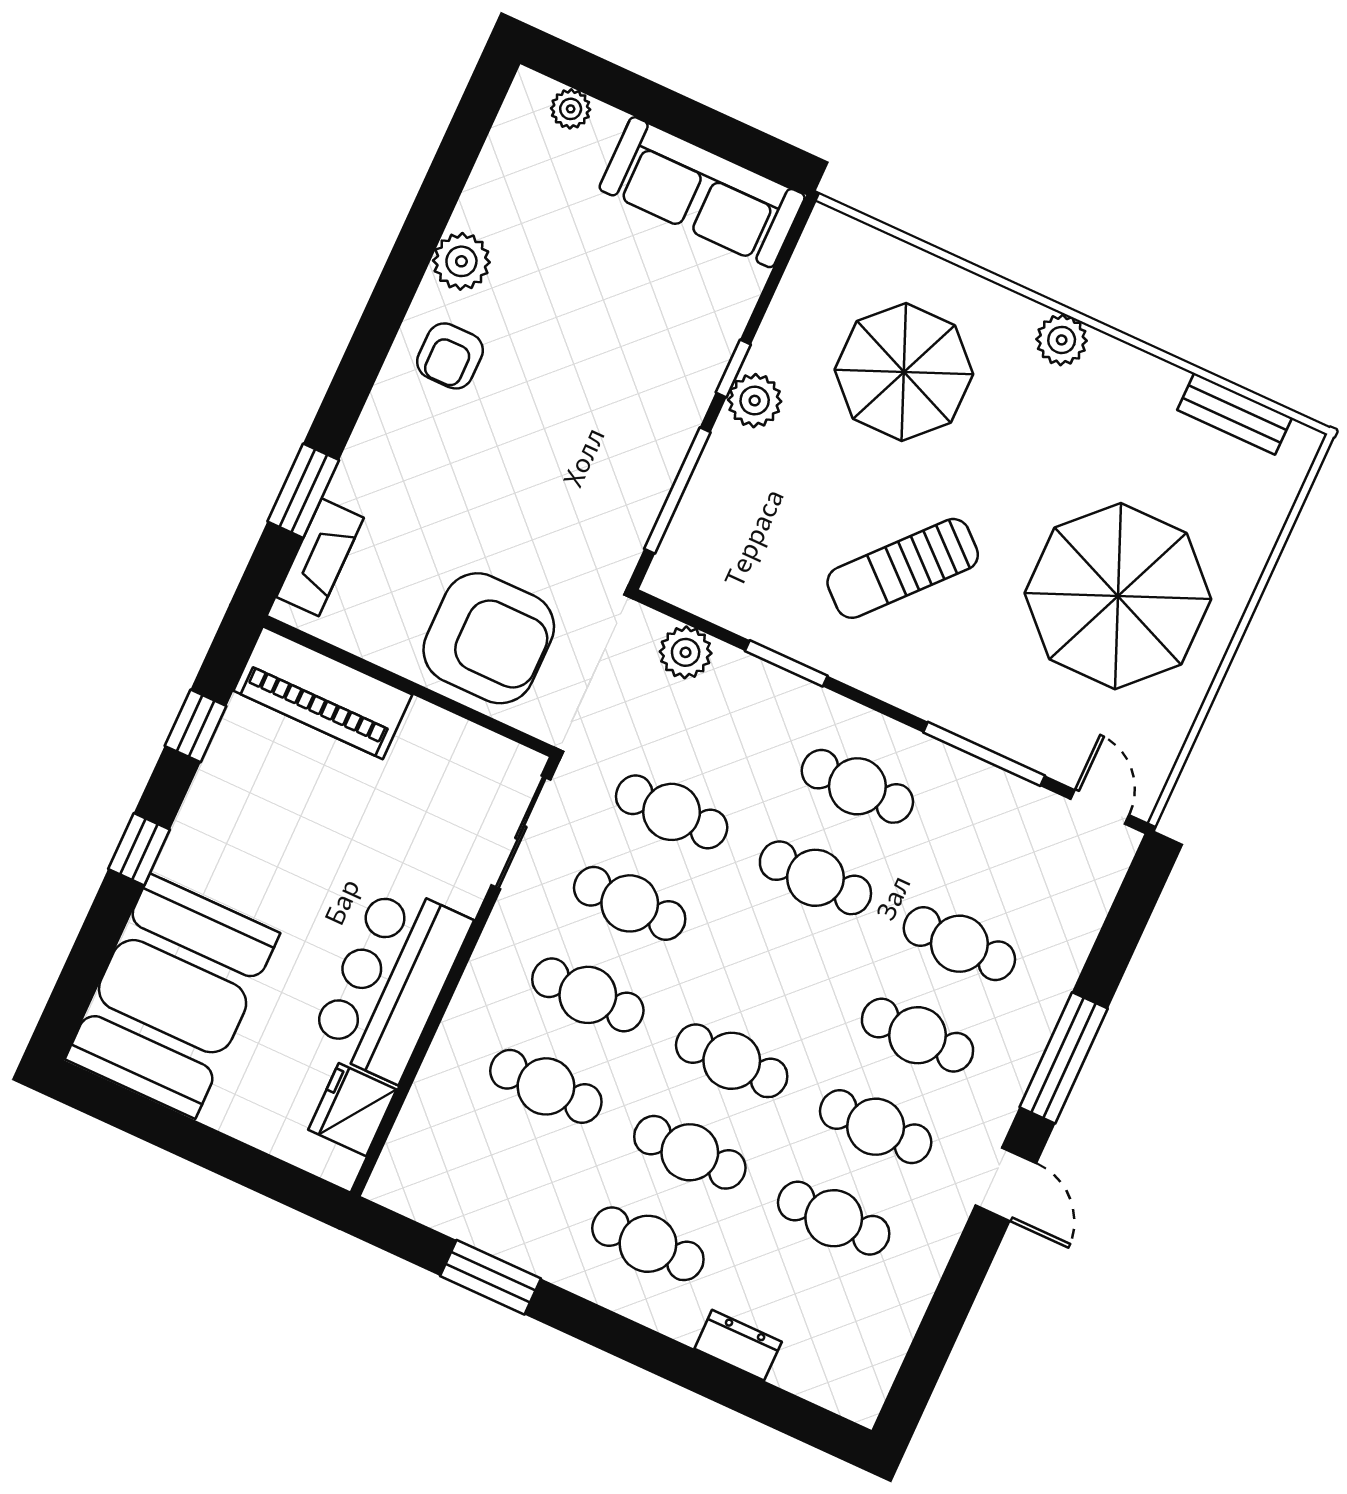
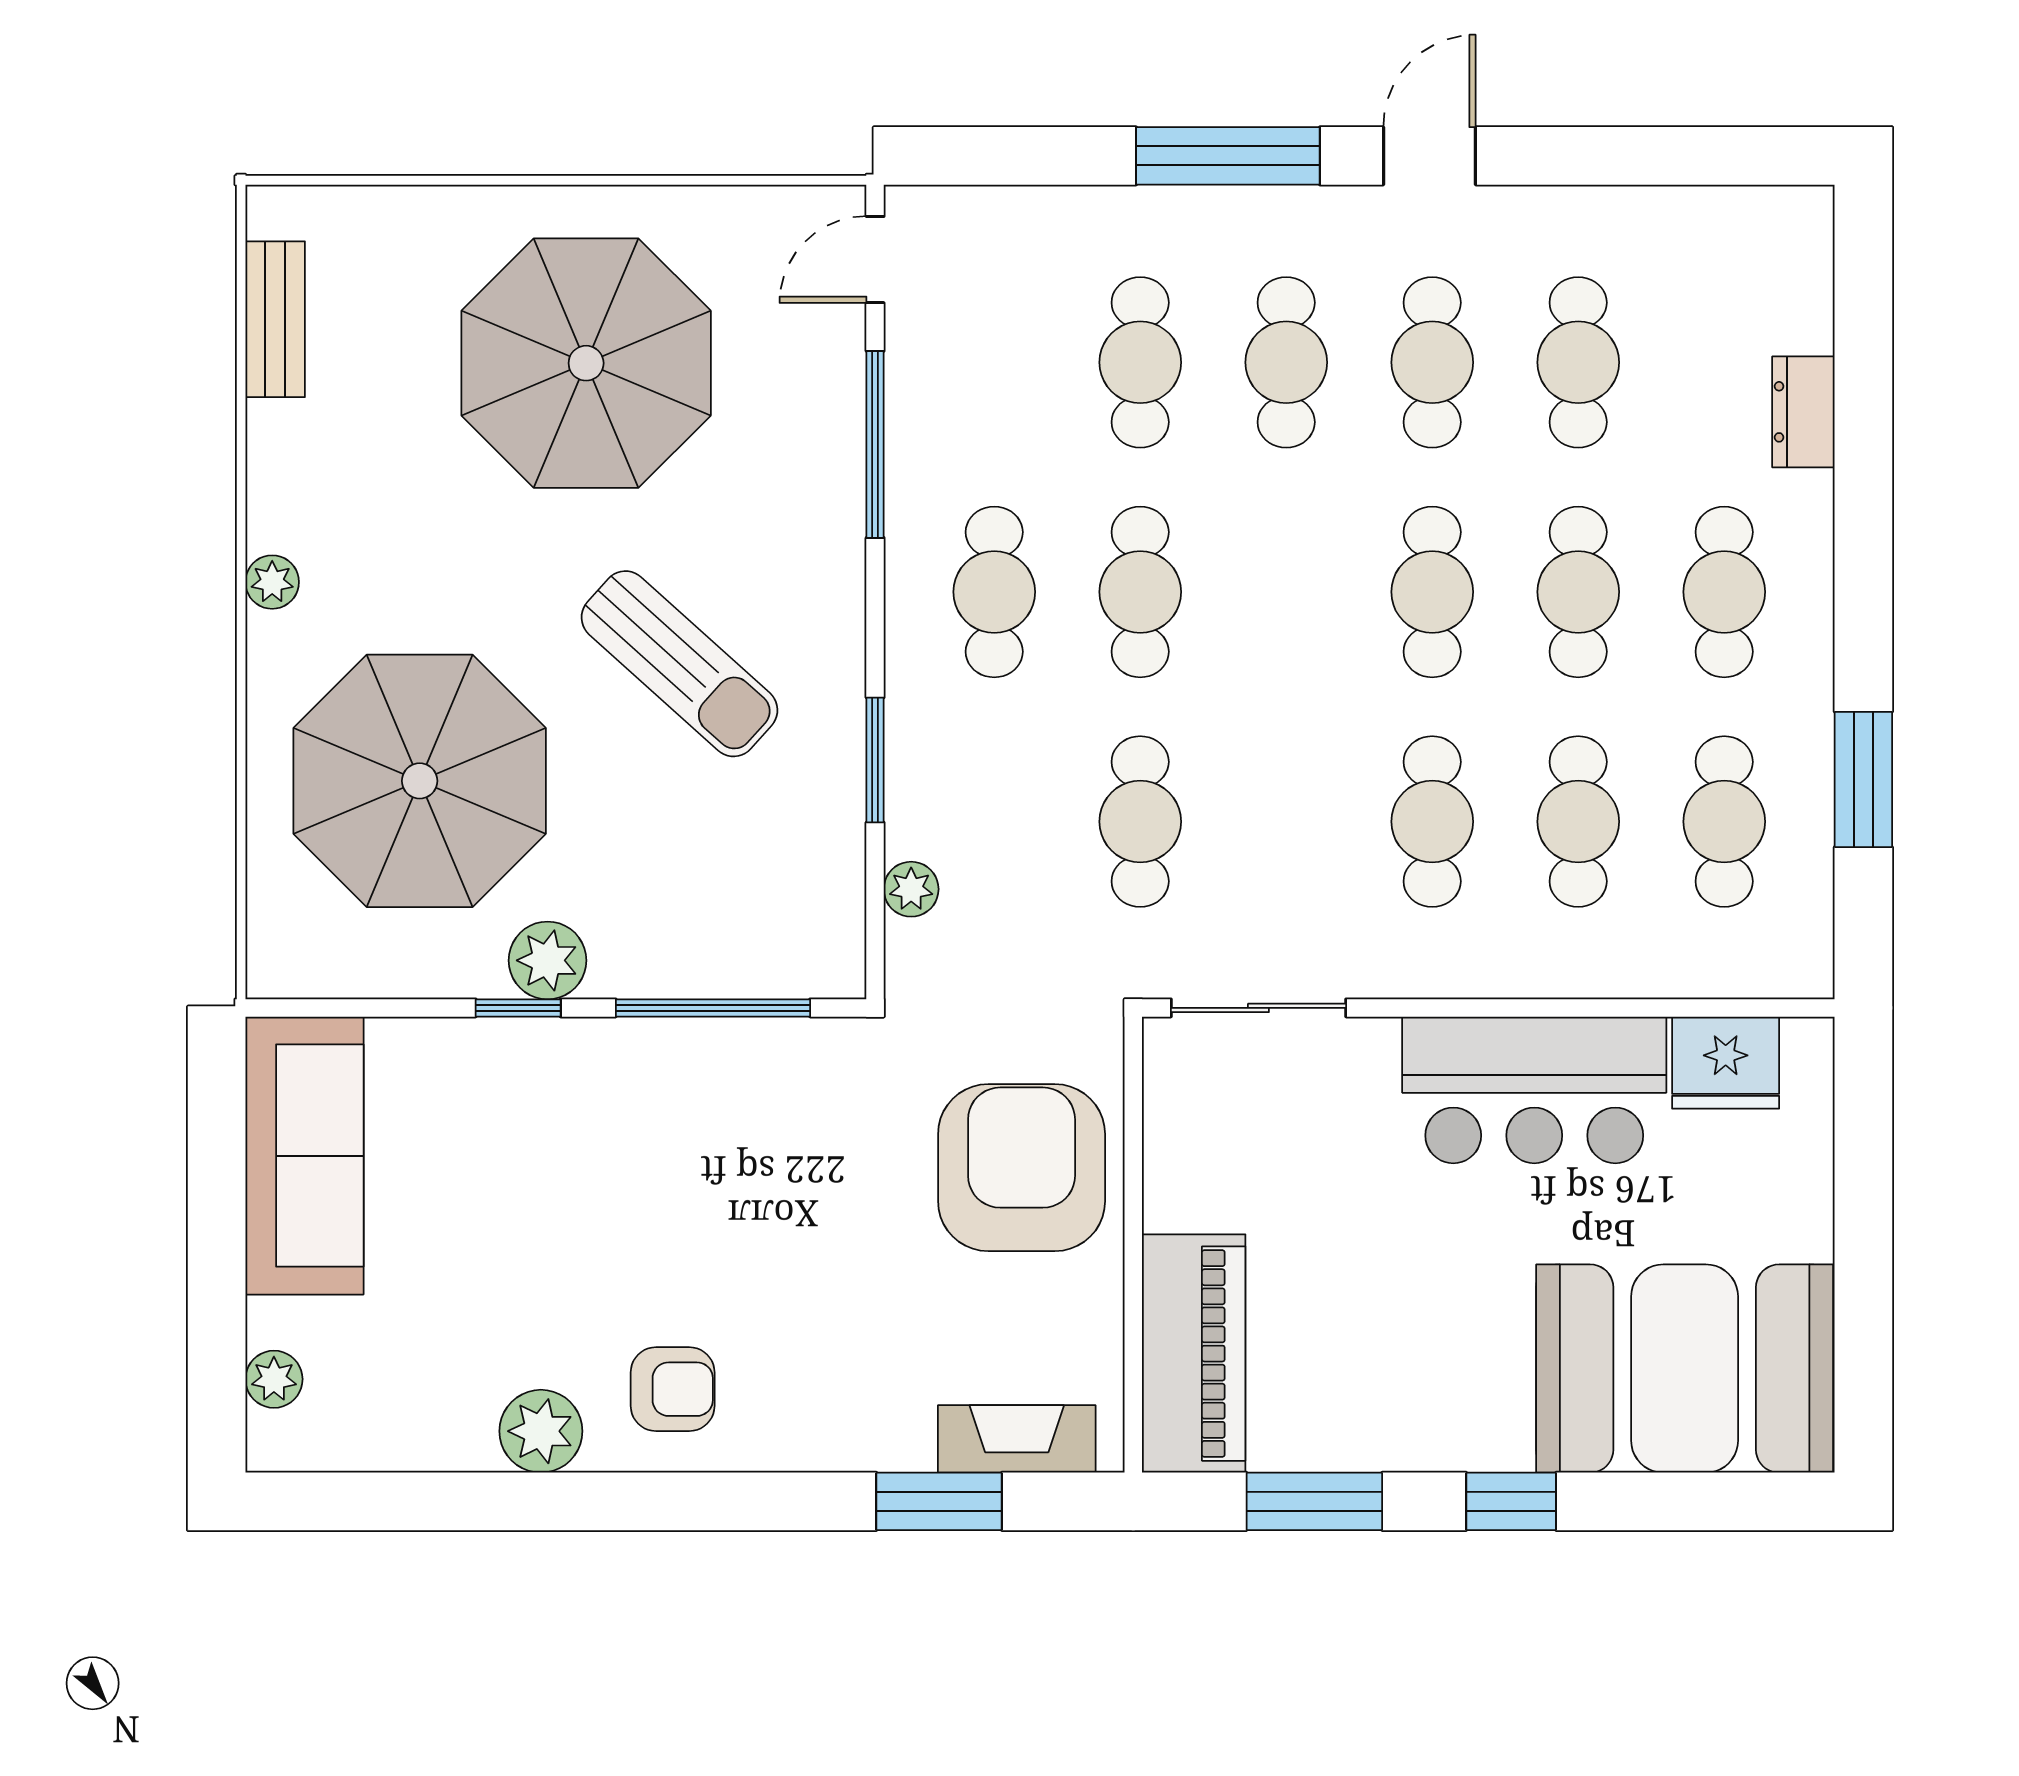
plant: (1062, 340) -> (272, 582), width x0.73, depth x0.73
parasol: (904, 372) -> (420, 781), width x1.36, depth x1.36
plant: (686, 652) -> (911, 889), width x0.73, depth x0.73
window: (196, 726) -> (1314, 1501), width x1.50
cafe table: (630, 903) -> (1724, 822), moved

